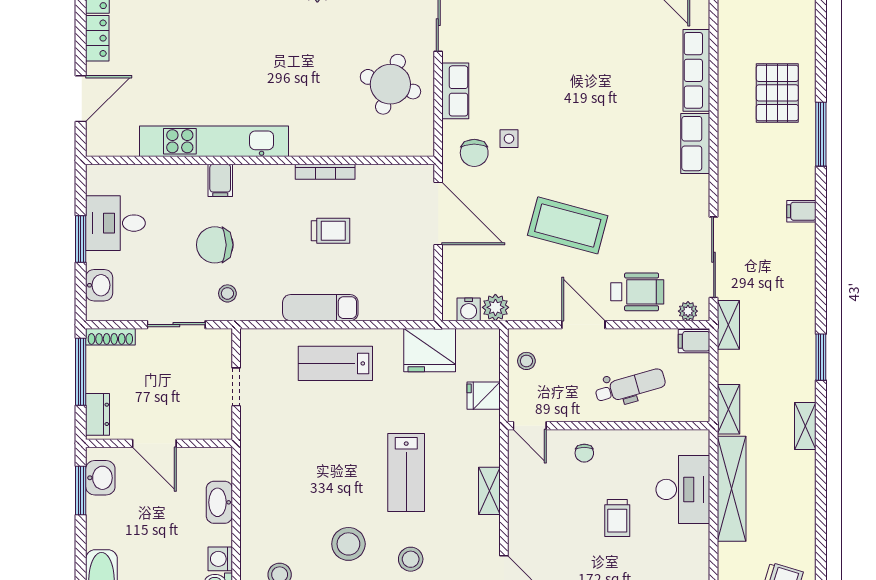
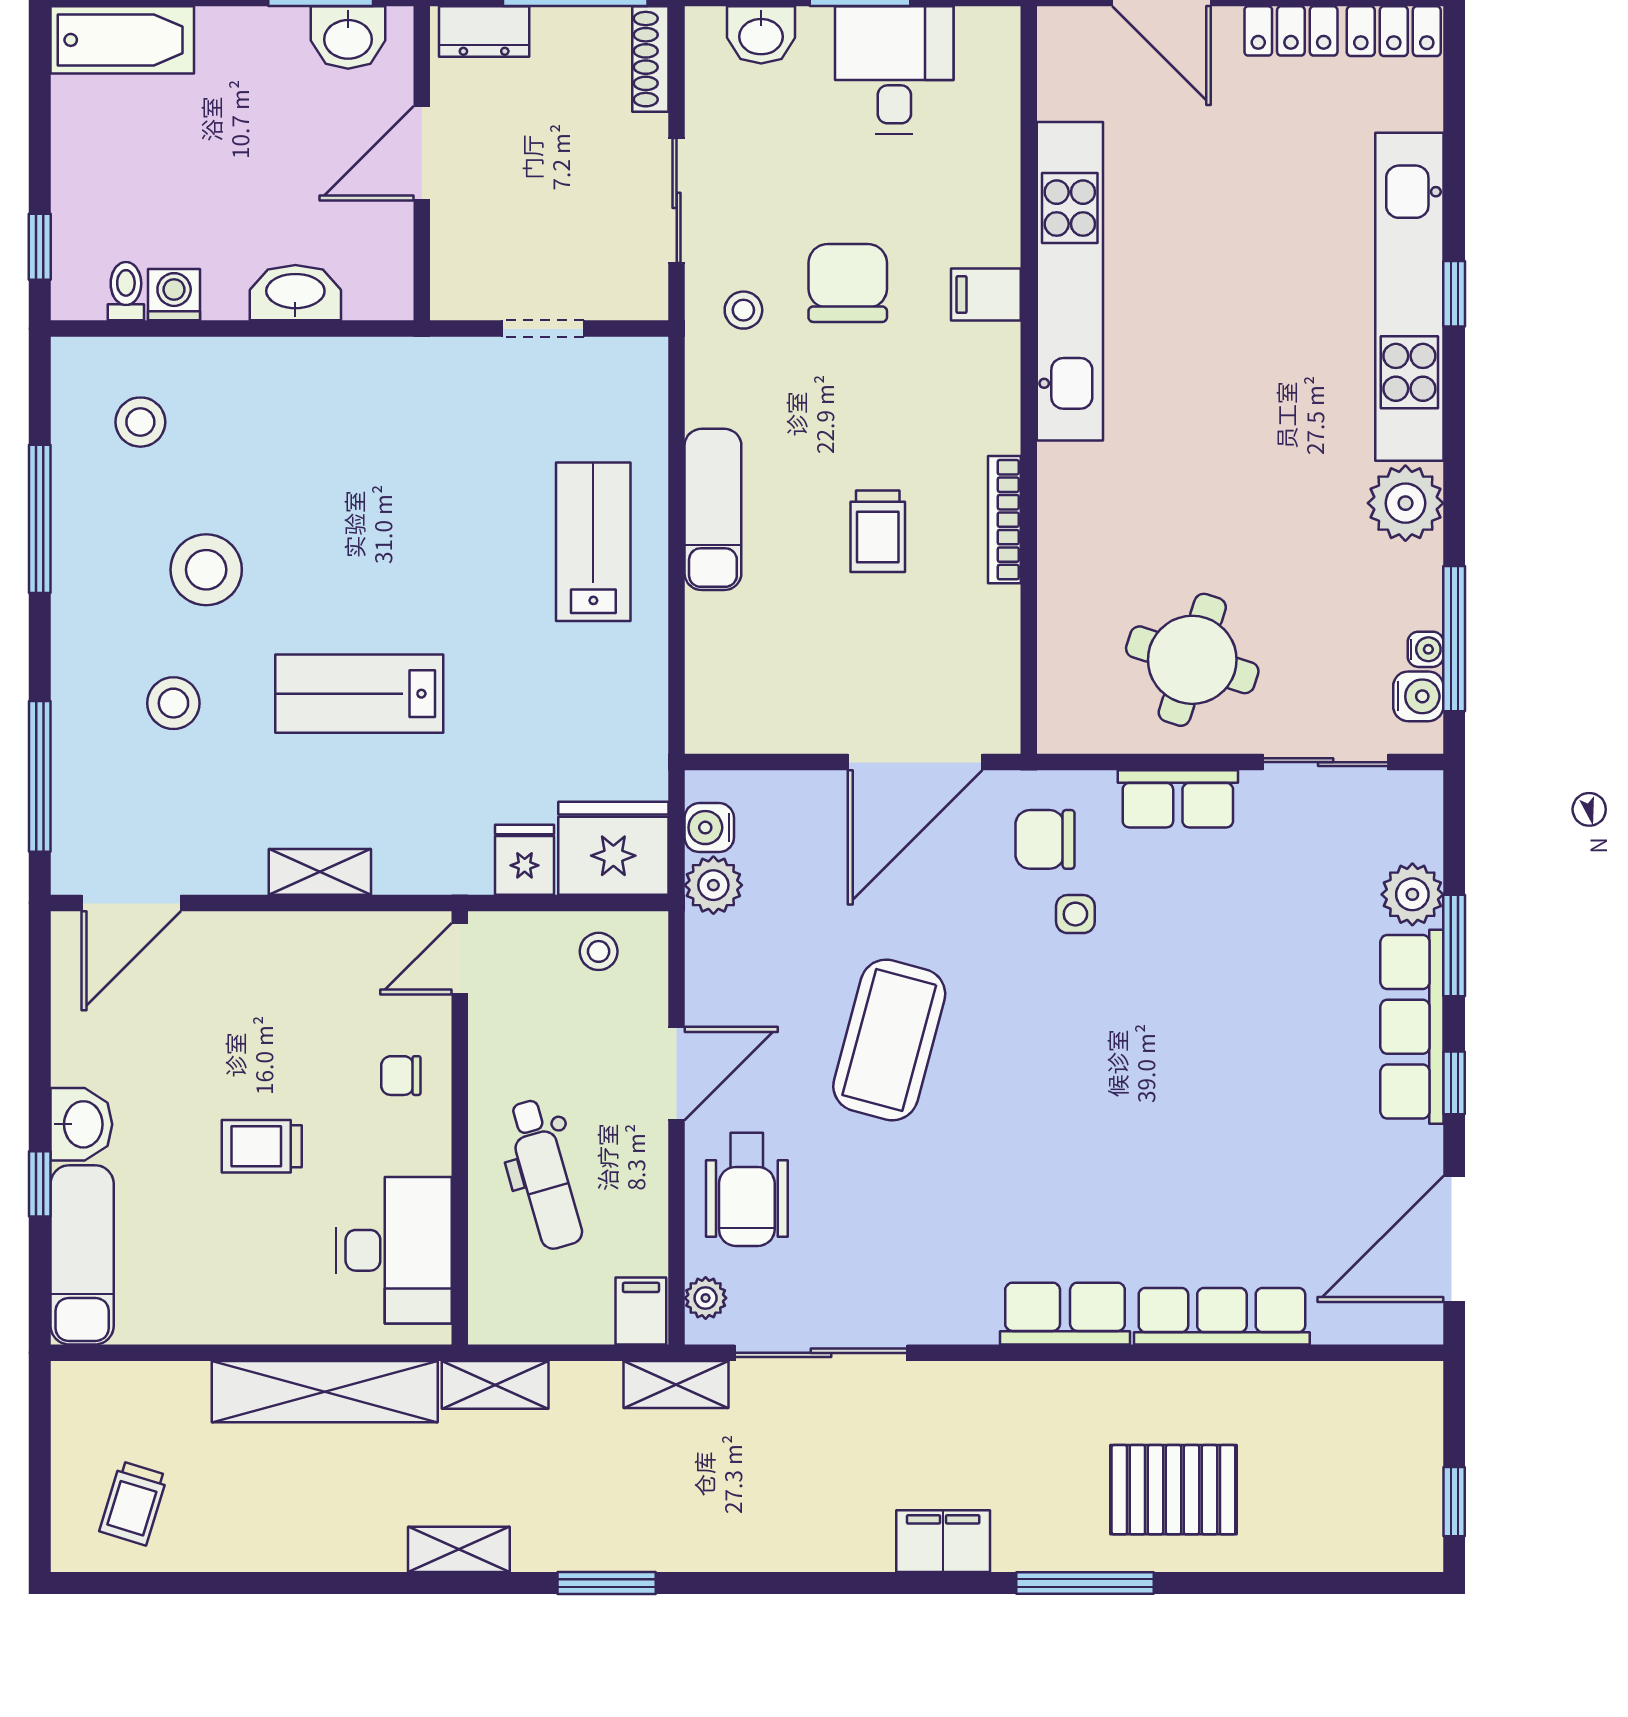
filing cabinet: (801, 211) -> (943, 1541), width x2.00
fridge: (430, 350) -> (613, 848), moved, turned 90
desk: (683, 489) -> (394, 1250), moved, turned -90

